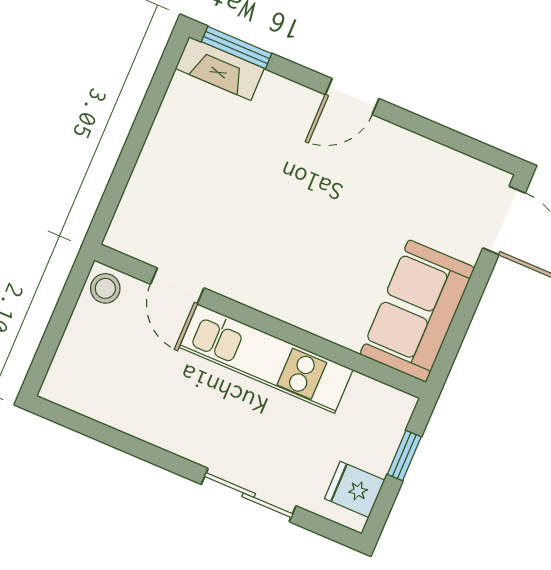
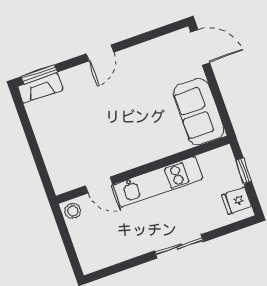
sliding door: (249, 495) -> (179, 246), moved

